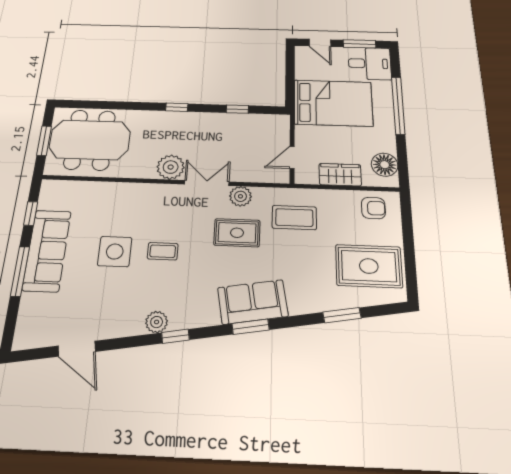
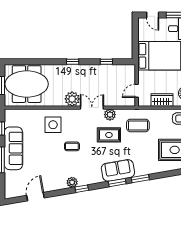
side table: (115, 252) -> (53, 125), moved
window: (342, 315) -> (140, 179), moved
door: (77, 349) -> (35, 197), swing flipped

